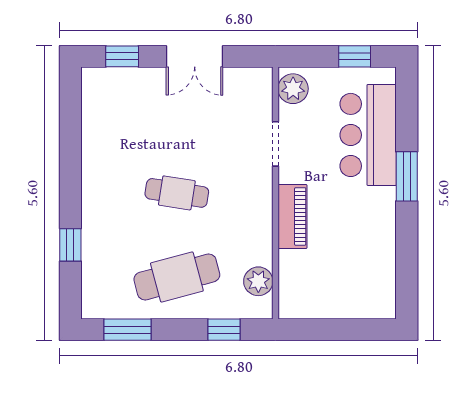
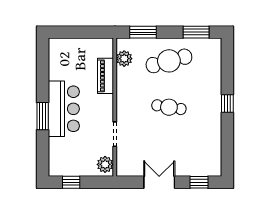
bar counter: (368, 135) -> (64, 109), moved
piano: (292, 216) -> (105, 76), moved
window: (70, 245) -> (227, 103), moved
window: (224, 330) -> (143, 32), width x1.50

